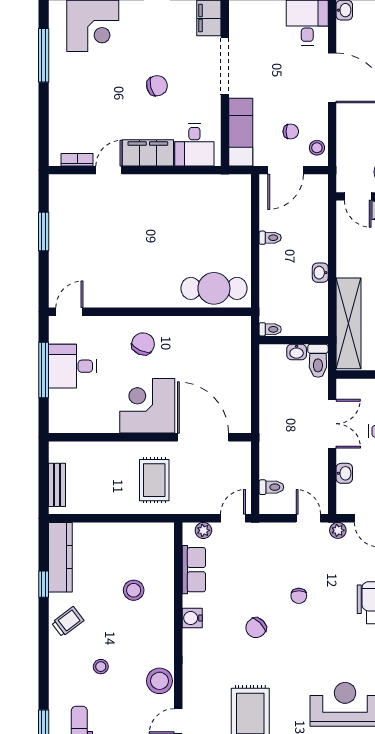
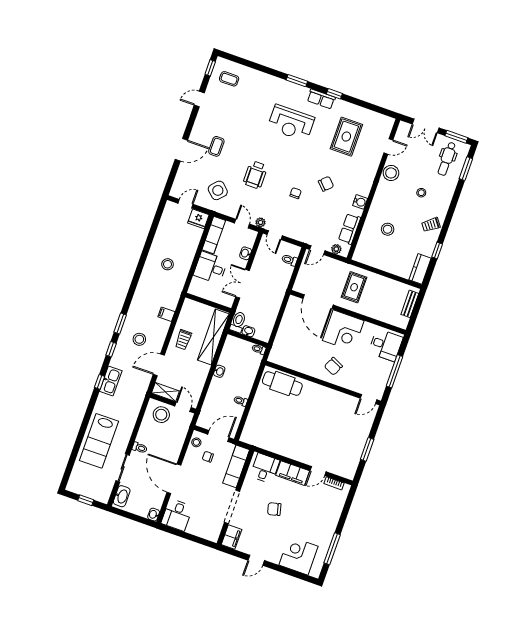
desk: (72, 366) -> (386, 345), moved
kitchen counter: (60, 557) -> (420, 269), width x0.67

